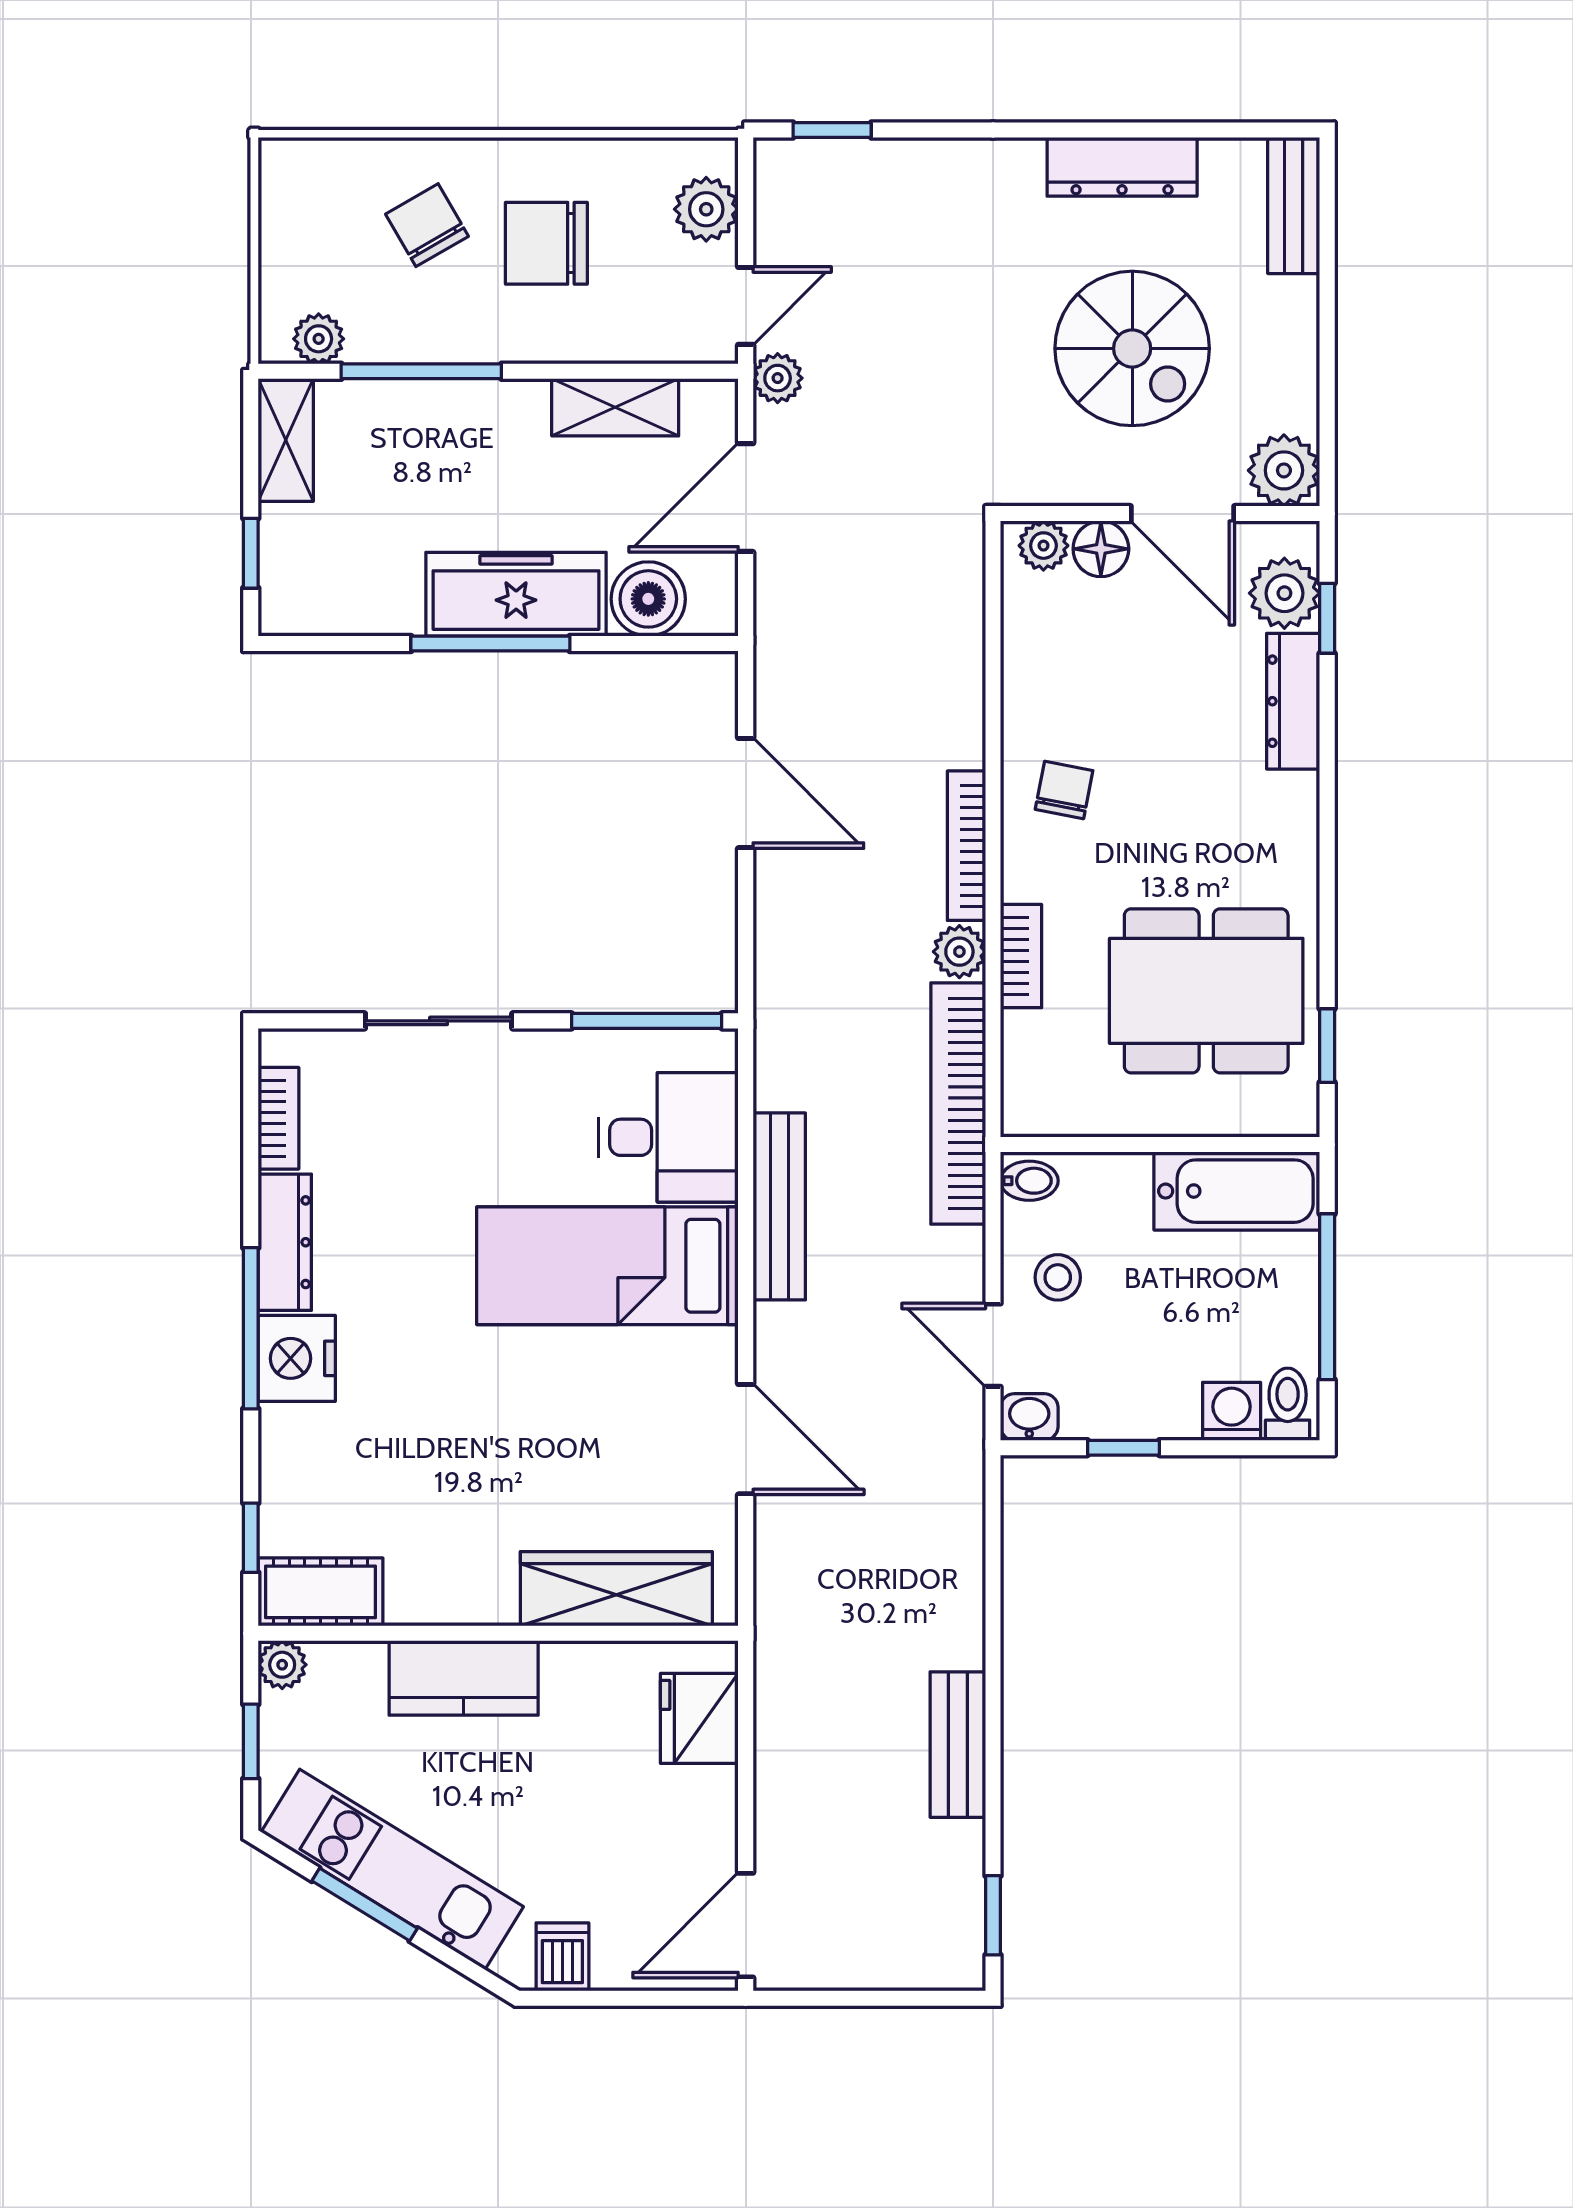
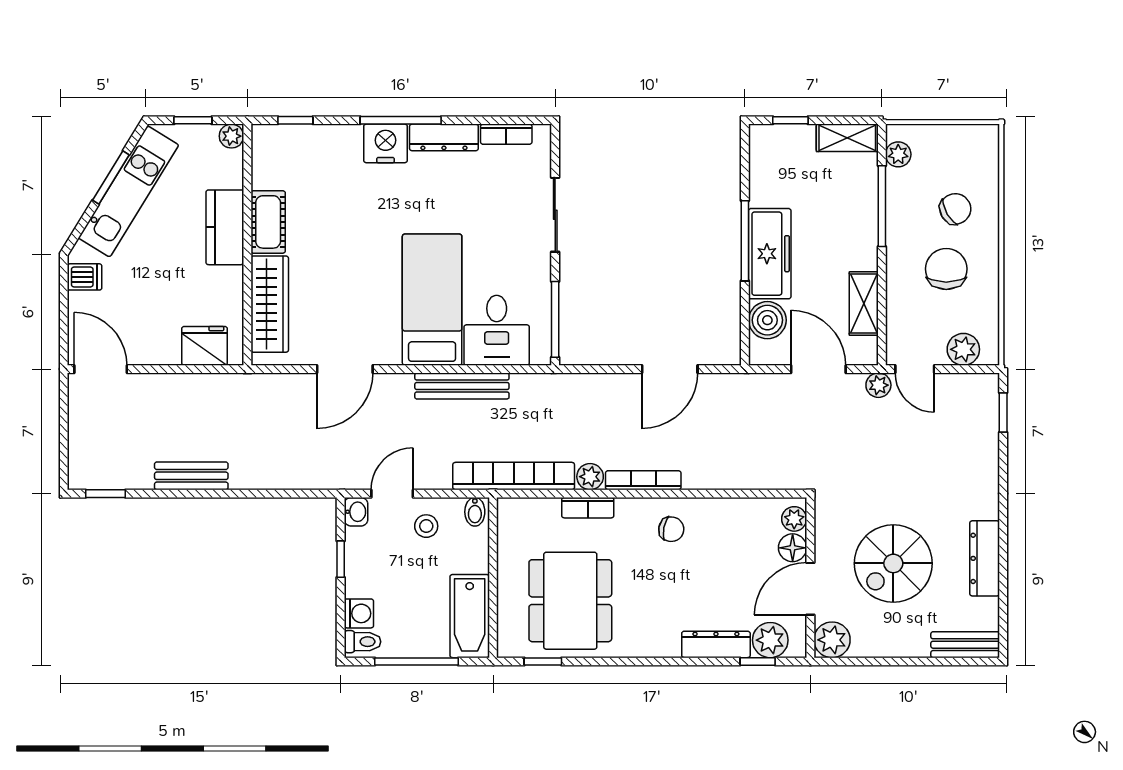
cot: (321, 1592) -> (268, 222), moved

